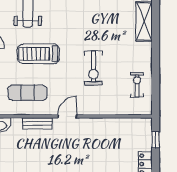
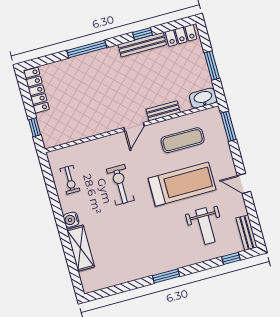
water cooler: (146, 49) -> (71, 220), added
treadmill: (38, 54) -> (182, 184), width x1.37, depth x1.38

